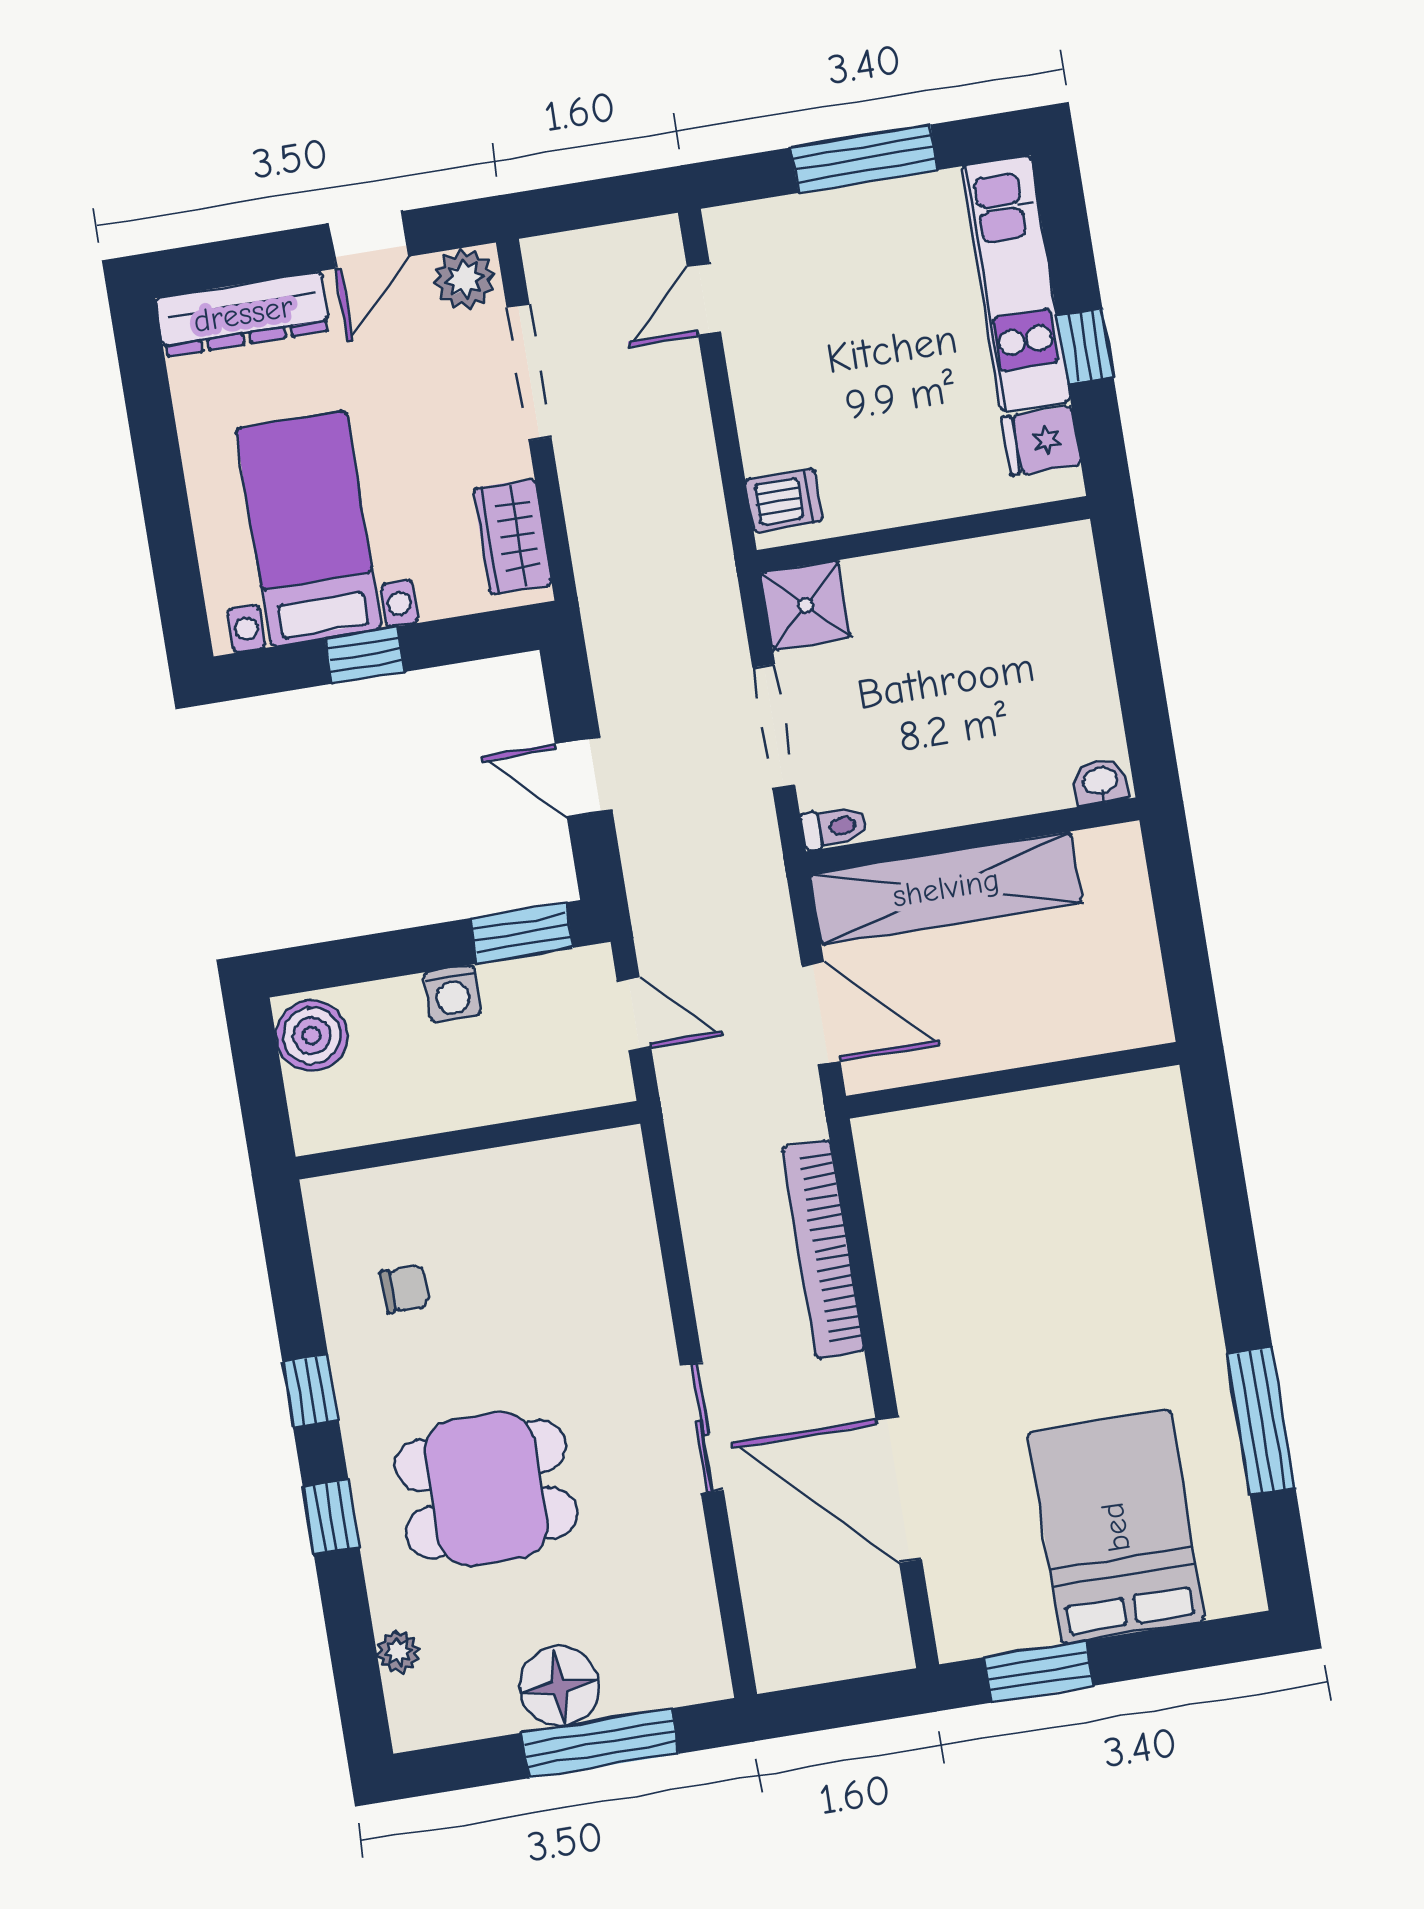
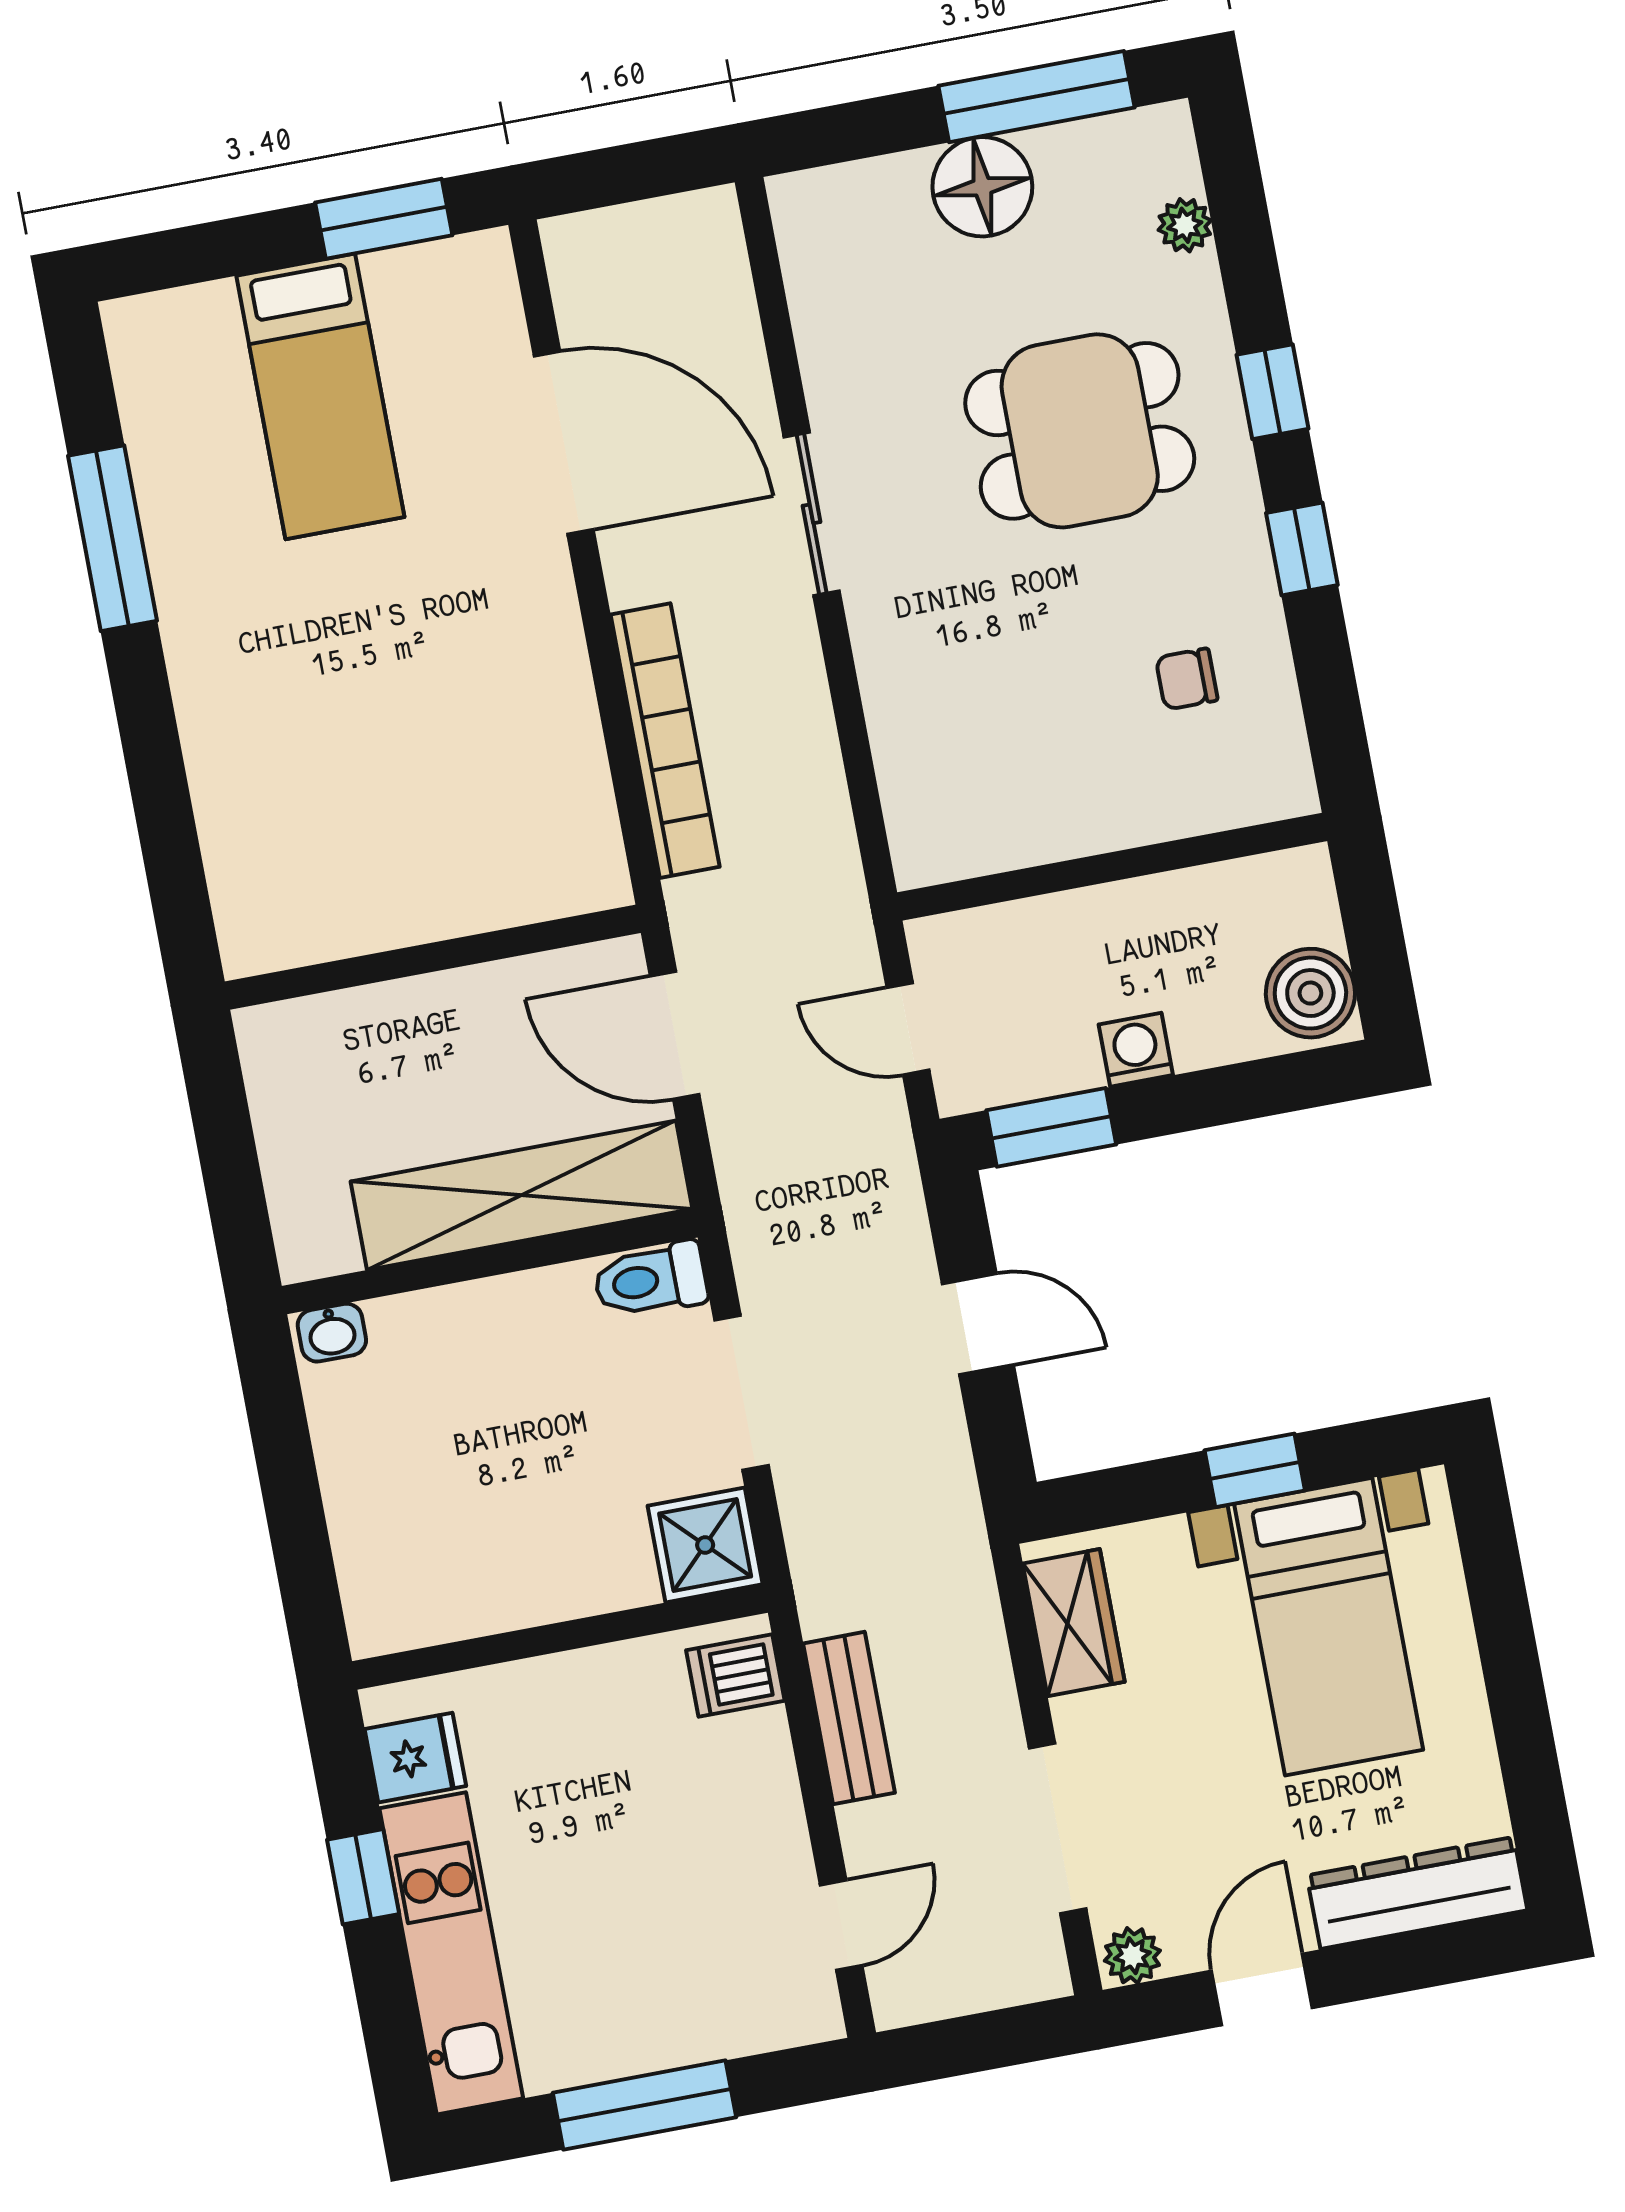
plant: (465, 279) -> (1132, 1956), width x0.73, depth x0.73
bench: (694, 464) -> (849, 1718), added
toilet: (834, 827) -> (651, 1280), width x1.37, depth x1.39
bed: (1116, 1527) -> (320, 396), width x0.67
window: (600, 1743) -> (1036, 97), moved

